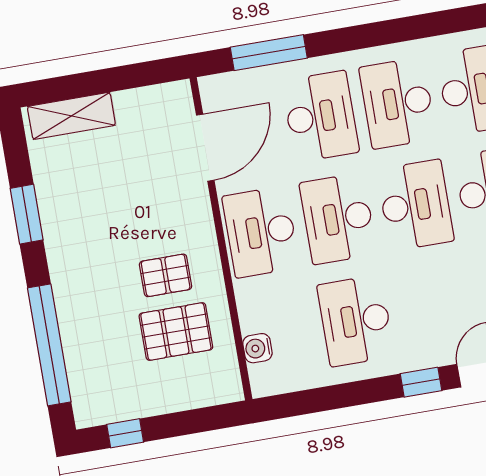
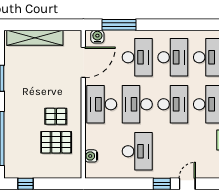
water cooler: (226, 87) -> (97, 37), added
desk: (398, 103) -> (173, 57), turned 180
shelving: (71, 116) -> (35, 38), width x1.47
desk: (356, 321) -> (137, 151), turned 180

